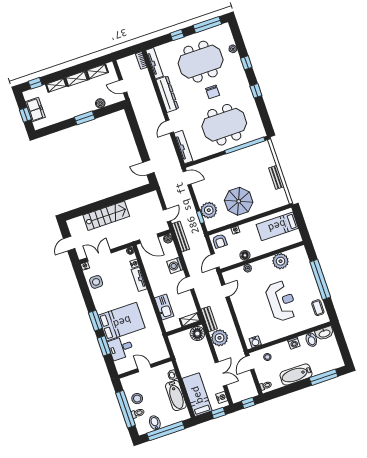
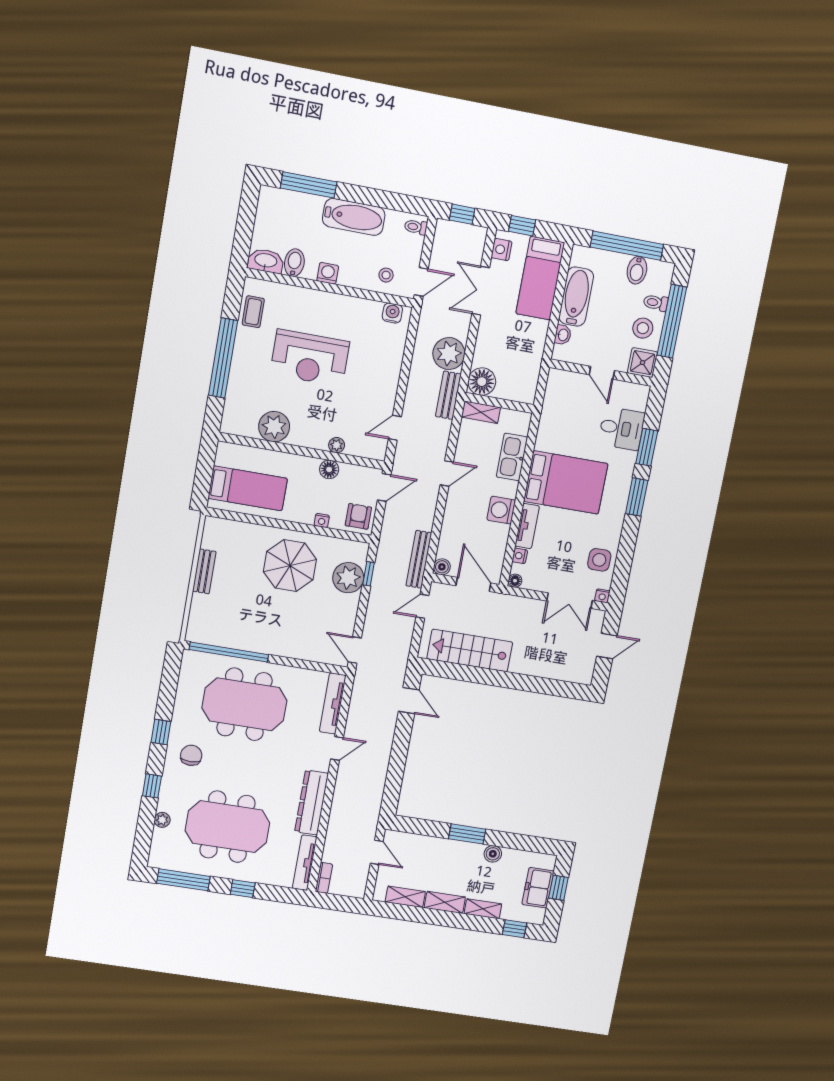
chair: (213, 92) -> (191, 755), moved
boiler: (100, 103) -> (493, 854), moved
stairs: (106, 216) -> (470, 650), moved
washing machine: (175, 266) -> (501, 510), moved, turned 180
reception desk: (281, 301) -> (310, 358), turned -90
bed: (122, 322) -> (566, 482), moved, turned 180
shower: (128, 383) -> (643, 363), added

